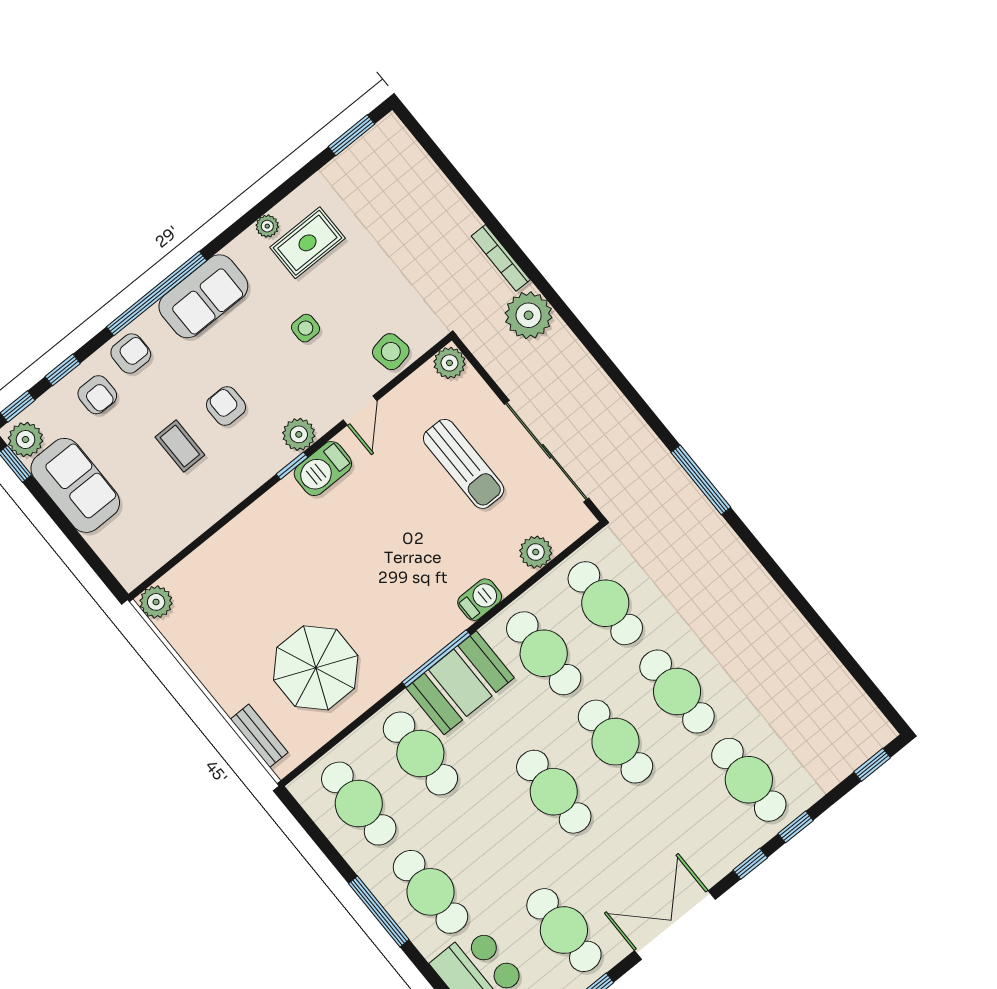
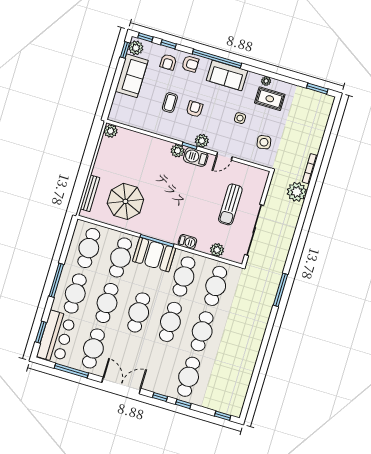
side table: (391, 352) -> (264, 142), moved
plant: (450, 363) -> (178, 151), moved
bench: (259, 736) -> (90, 193), width x1.36
cafe table: (492, 842) -> (107, 303), added

